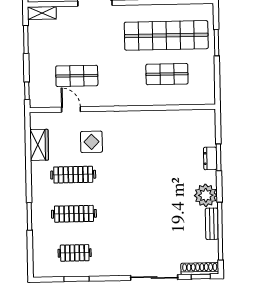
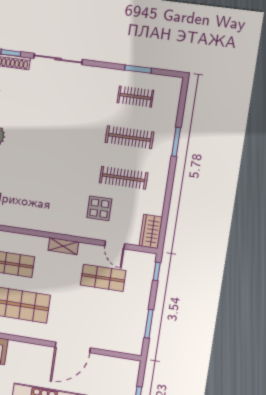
shelving: (42, 13) -> (63, 246), moved
wardrobe: (39, 145) -> (151, 232), moved

